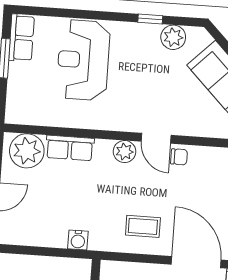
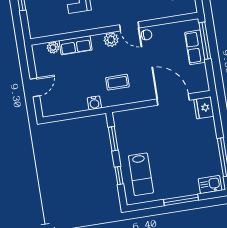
plant: (27, 151) -> (53, 47), width x0.53, depth x0.53
coffee table: (143, 226) -> (117, 82), moved

